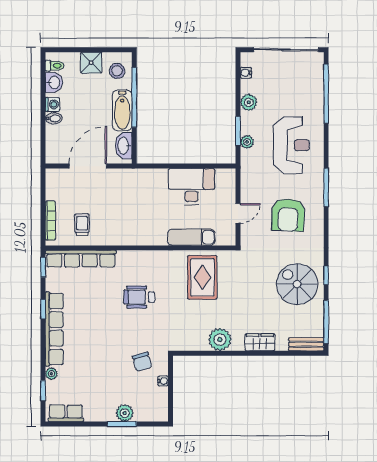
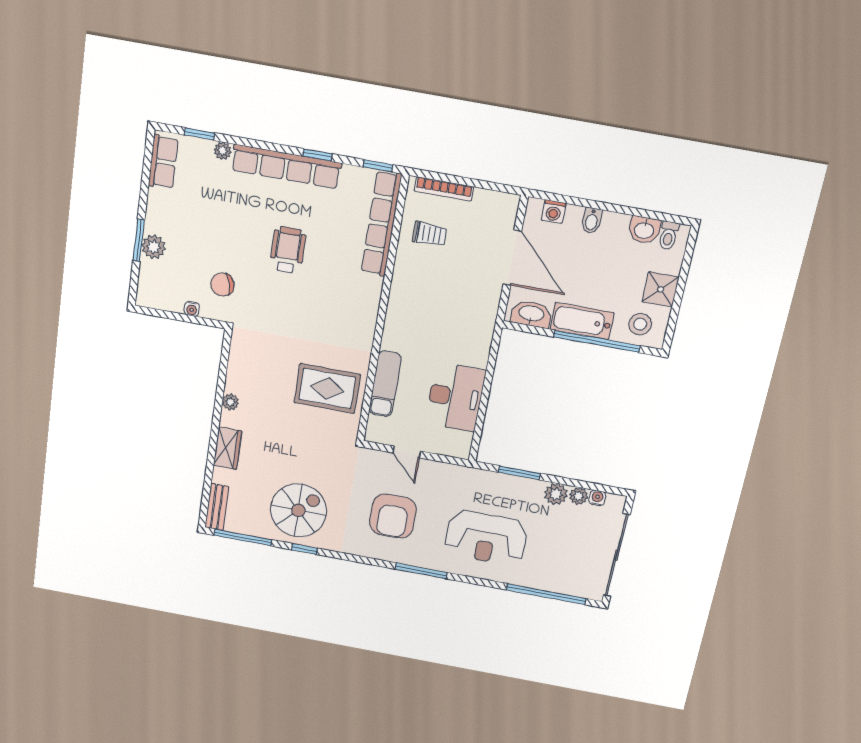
washing machine: (52, 104) -> (554, 212), moved
plant: (247, 142) -> (579, 496), moved
armchair: (288, 215) -> (393, 516), turned -92
wheelchair: (139, 297) -> (288, 250), moved
plant: (220, 340) -> (230, 402), width x0.53, depth x0.53

